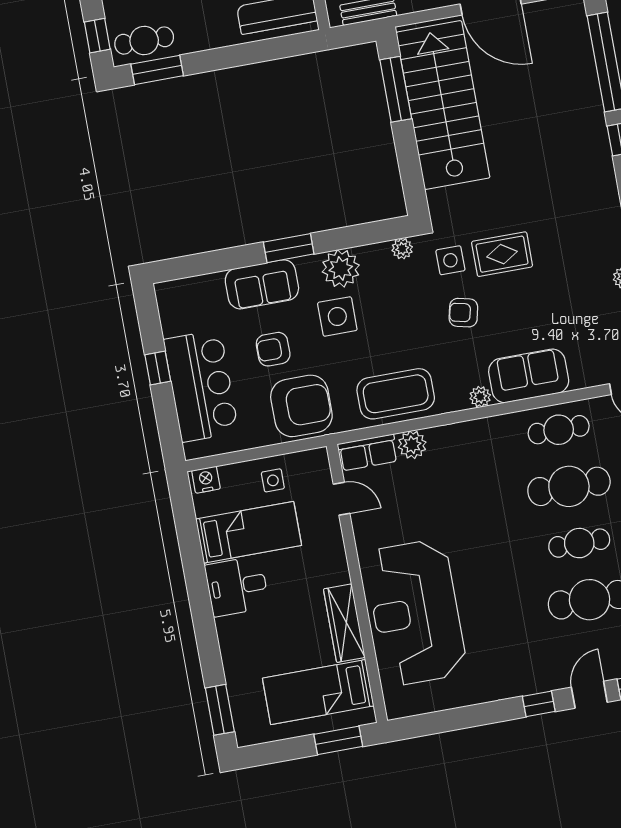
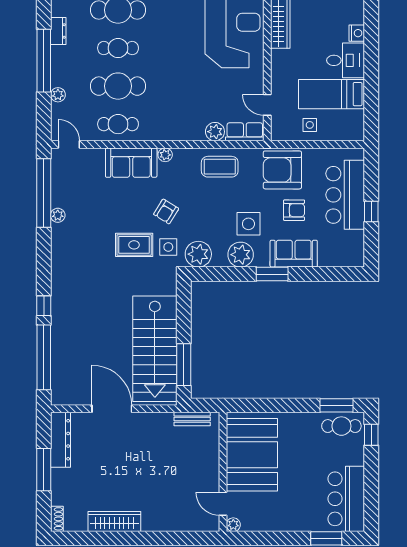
plant: (402, 249) -> (198, 254), width x1.88, depth x1.88
armchair: (463, 313) -> (166, 211), turned 109
coffee table: (396, 394) -> (220, 167), width x0.73, depth x0.76
nightstand: (206, 480) -> (357, 33), moved, turned -90

